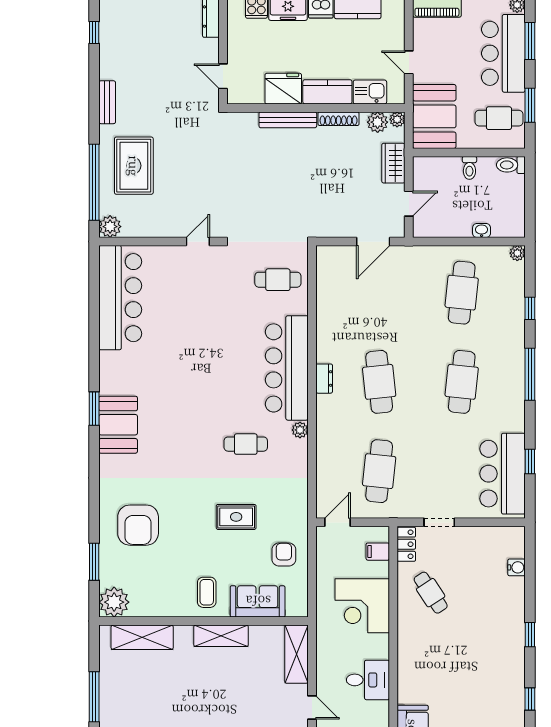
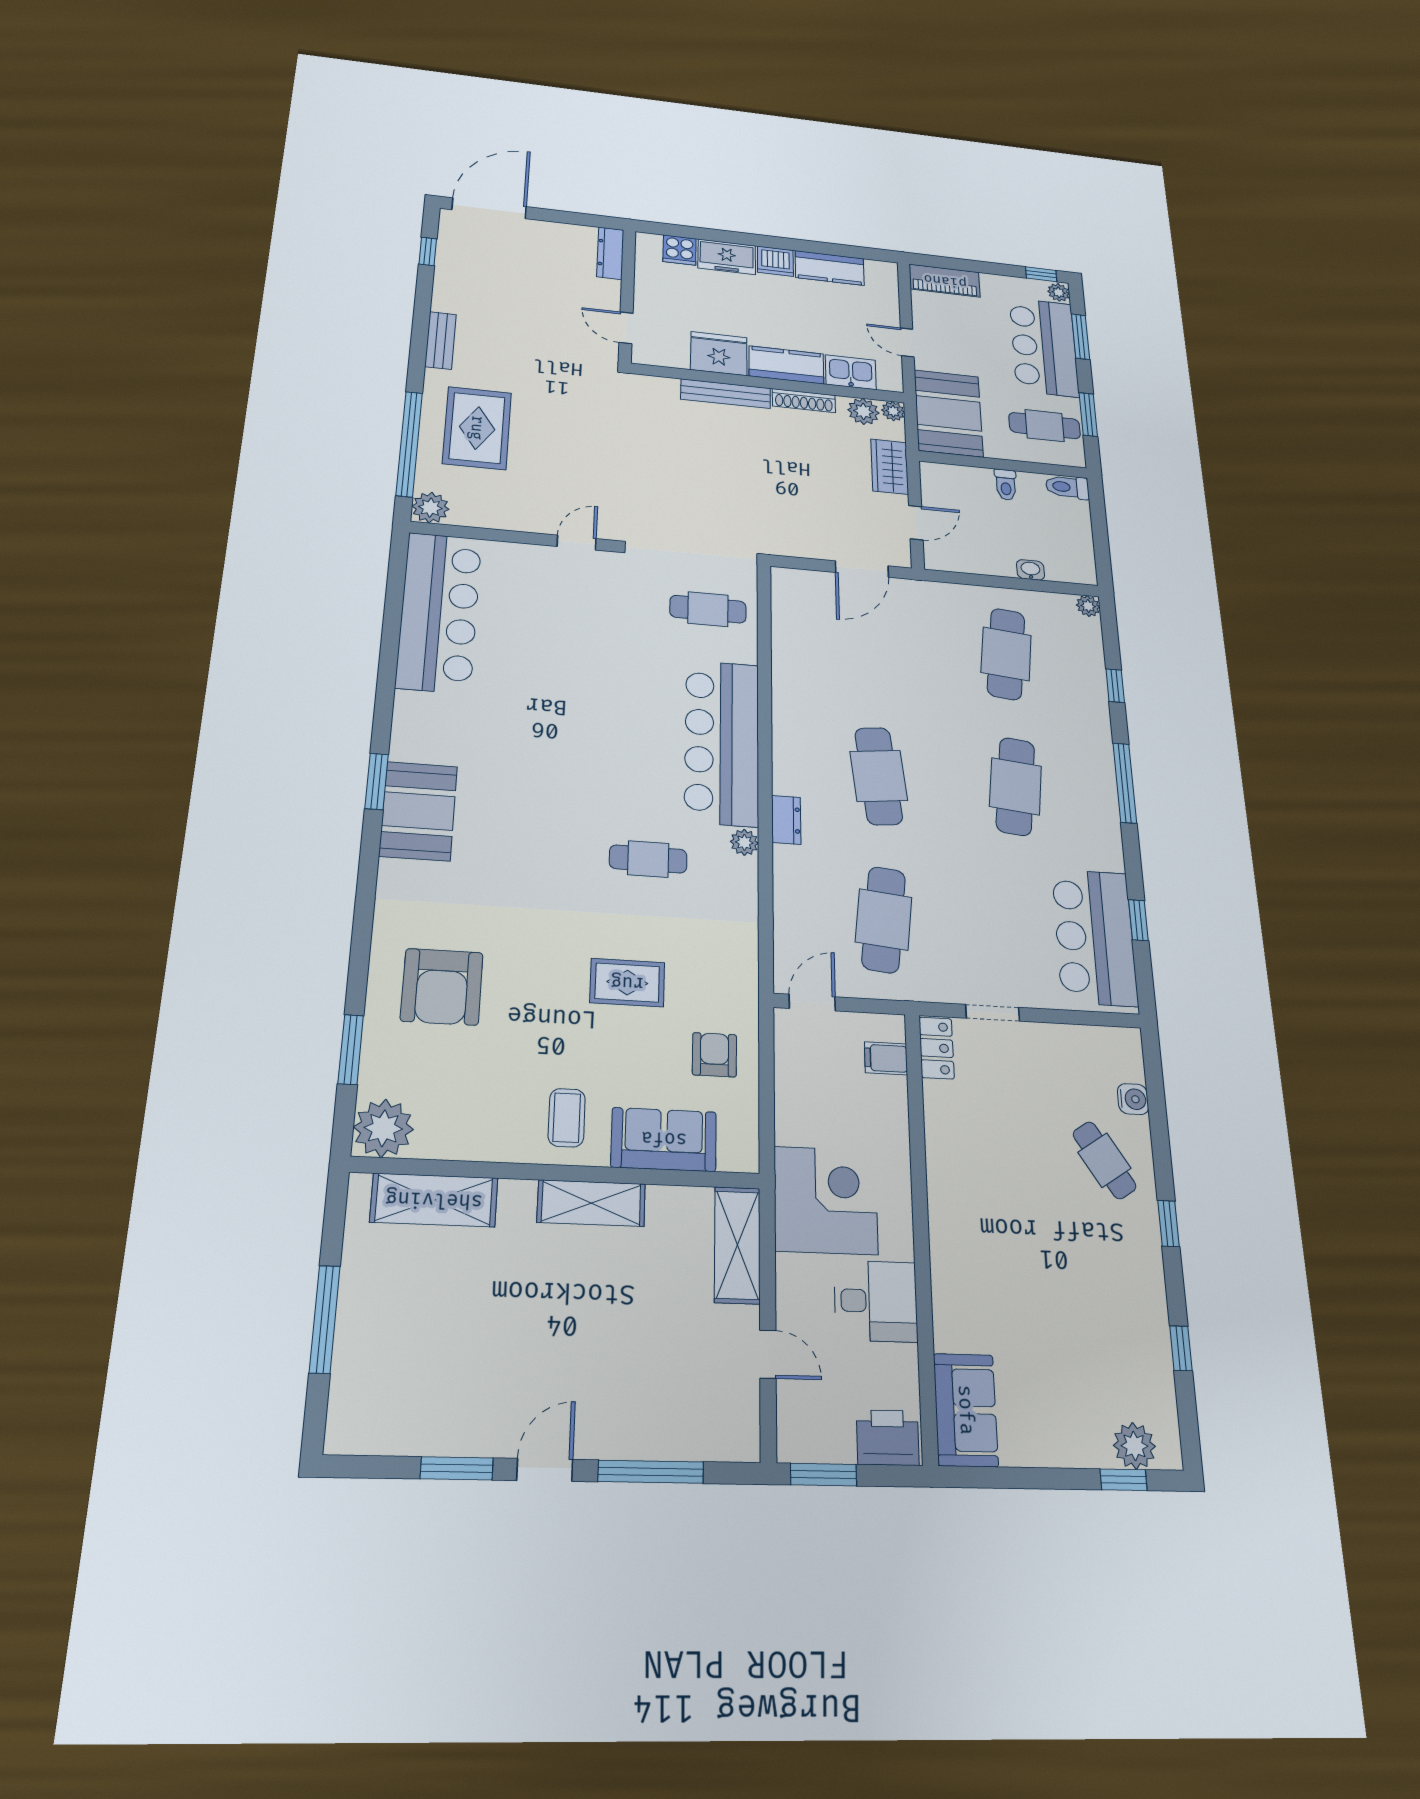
dresser: (324, 379) -> (786, 820), moved
cafe table: (431, 593) -> (1104, 1160), moved
corner desk: (362, 606) -> (826, 1200), moved, turned 180

